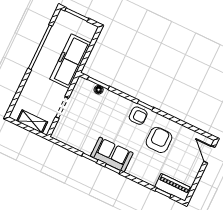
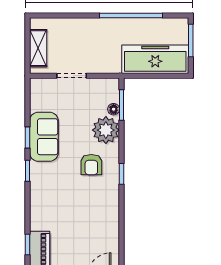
freezer: (70, 61) -> (155, 59), moved
plant: (110, 102) -> (106, 130), added
armchair: (138, 116) -> (91, 165), moved
armchair: (159, 140) -> (88, 210), removed
sofa: (112, 155) -> (44, 137), moved

